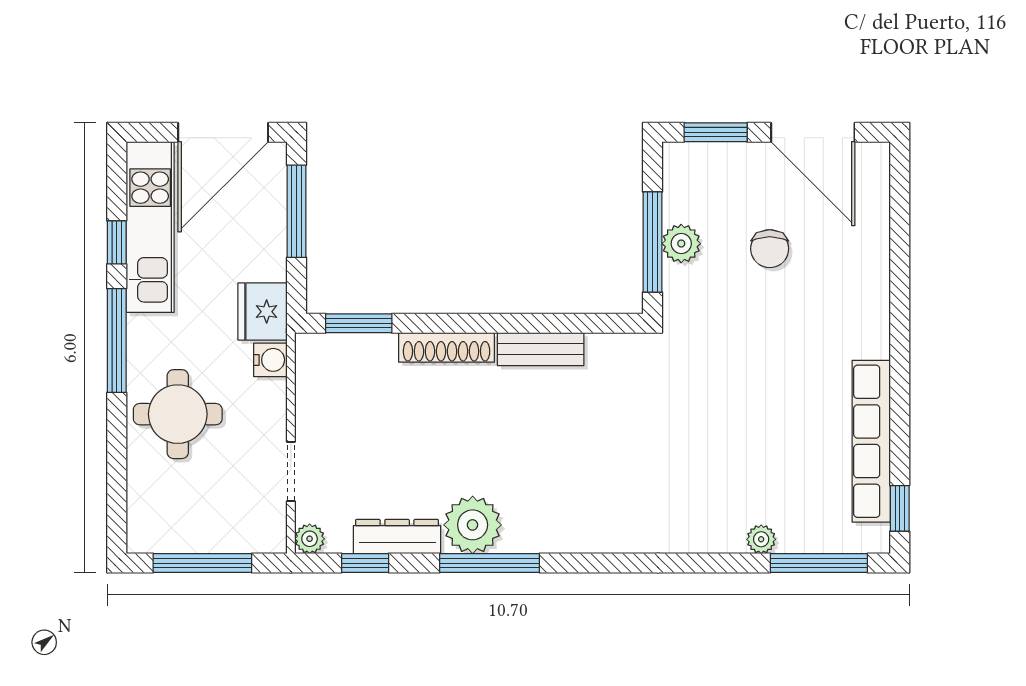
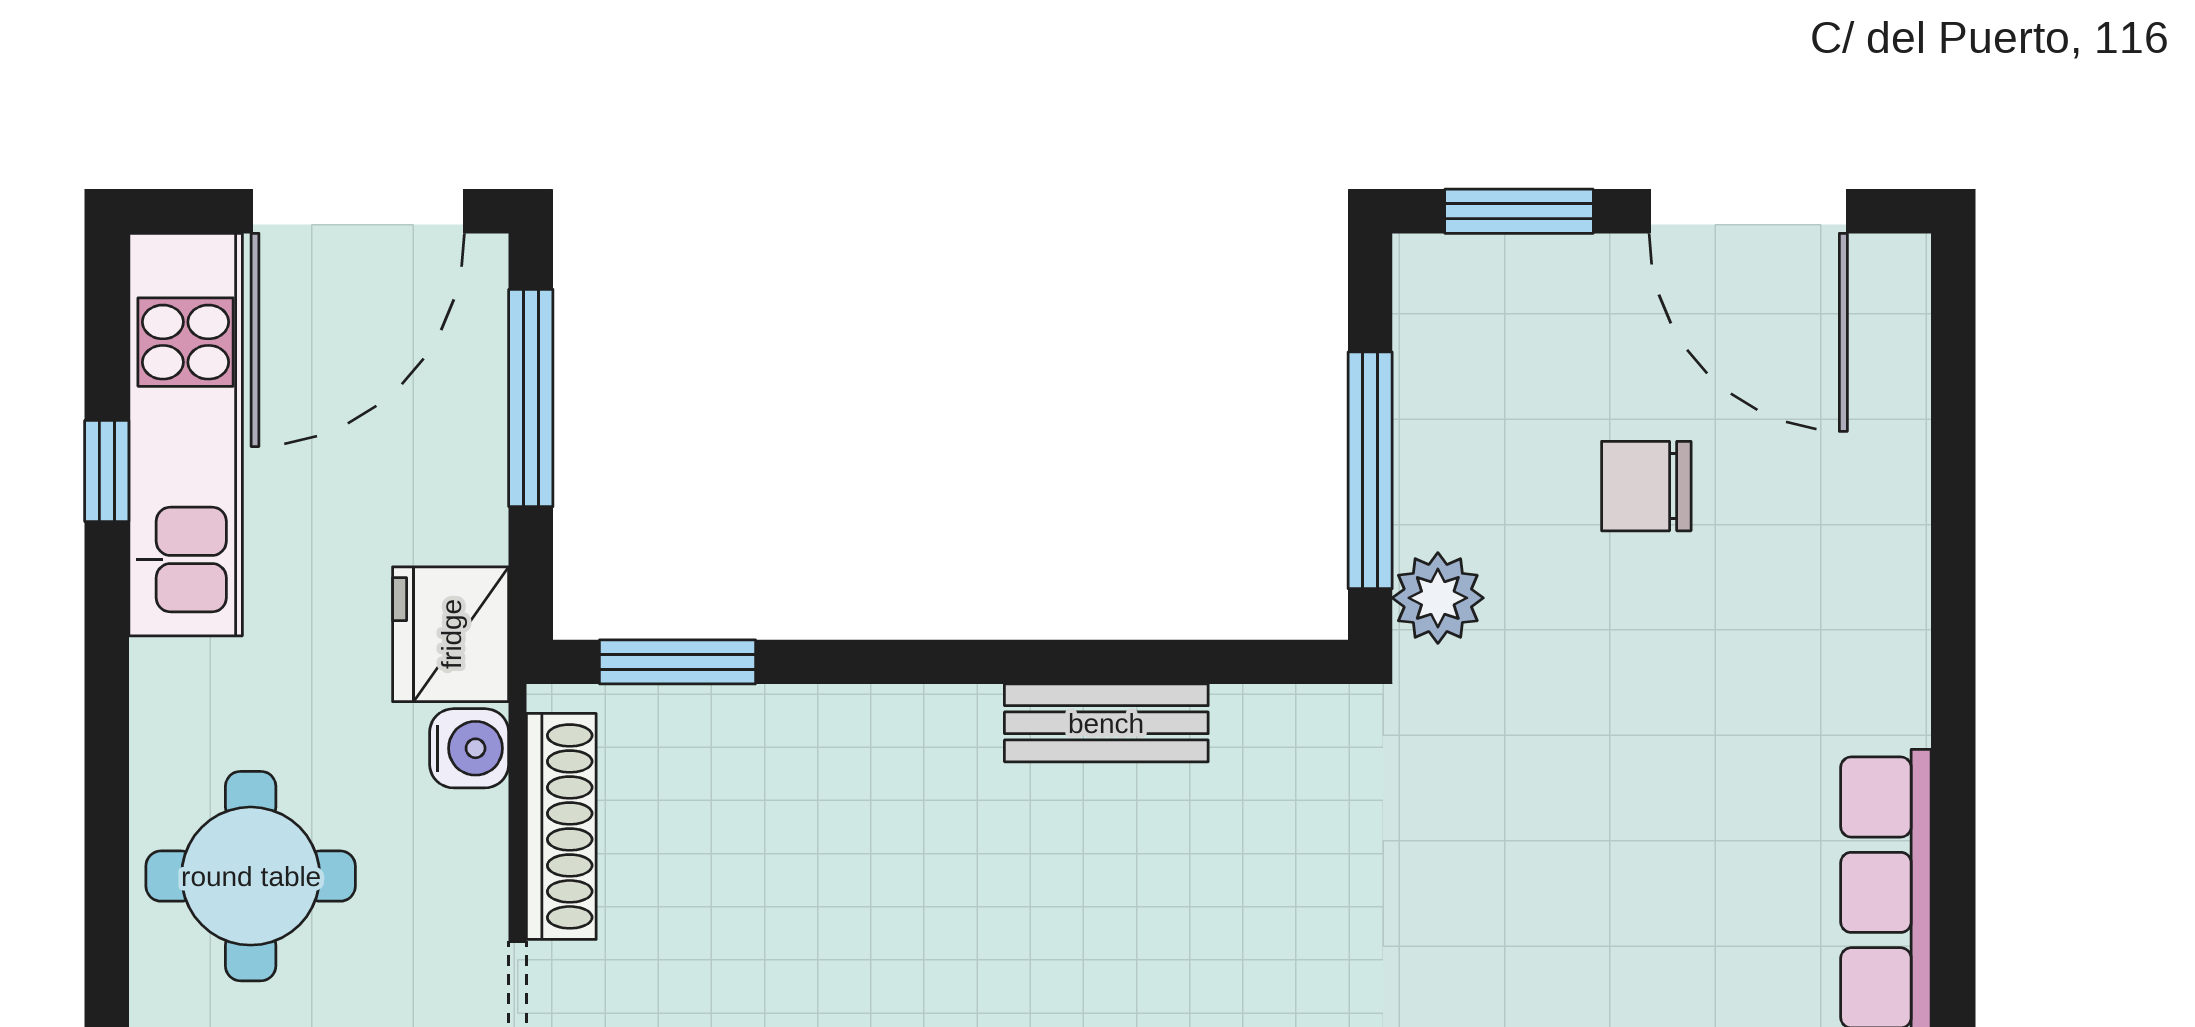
plant: (681, 244) -> (1438, 598), moved
chair: (770, 249) -> (1646, 486), turned 90
window: (117, 340) -> (107, 703), removed
shoe rack: (447, 347) -> (561, 826), moved, turned -90

